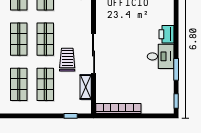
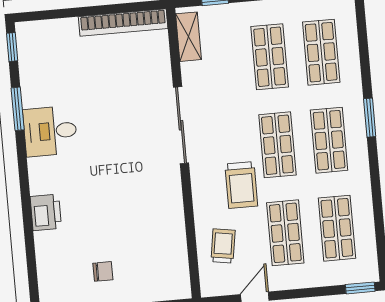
printer: (166, 34) -> (46, 212), moved
trolley: (67, 60) -> (241, 185), moved
shelving: (86, 87) -> (189, 37), moved

